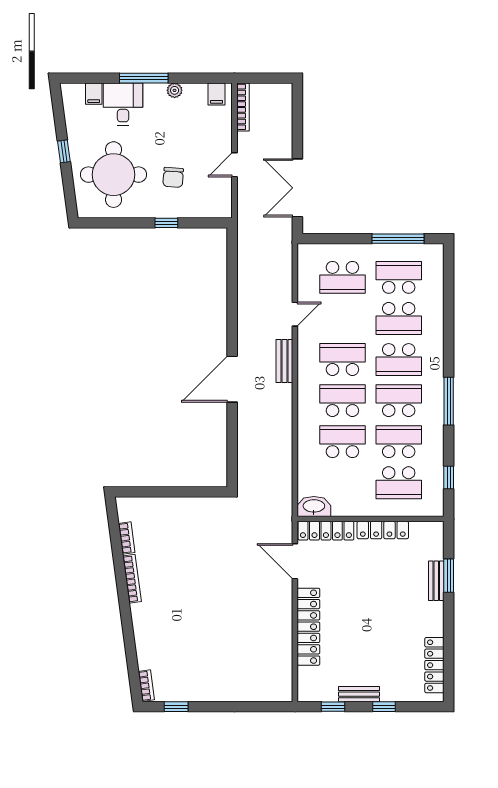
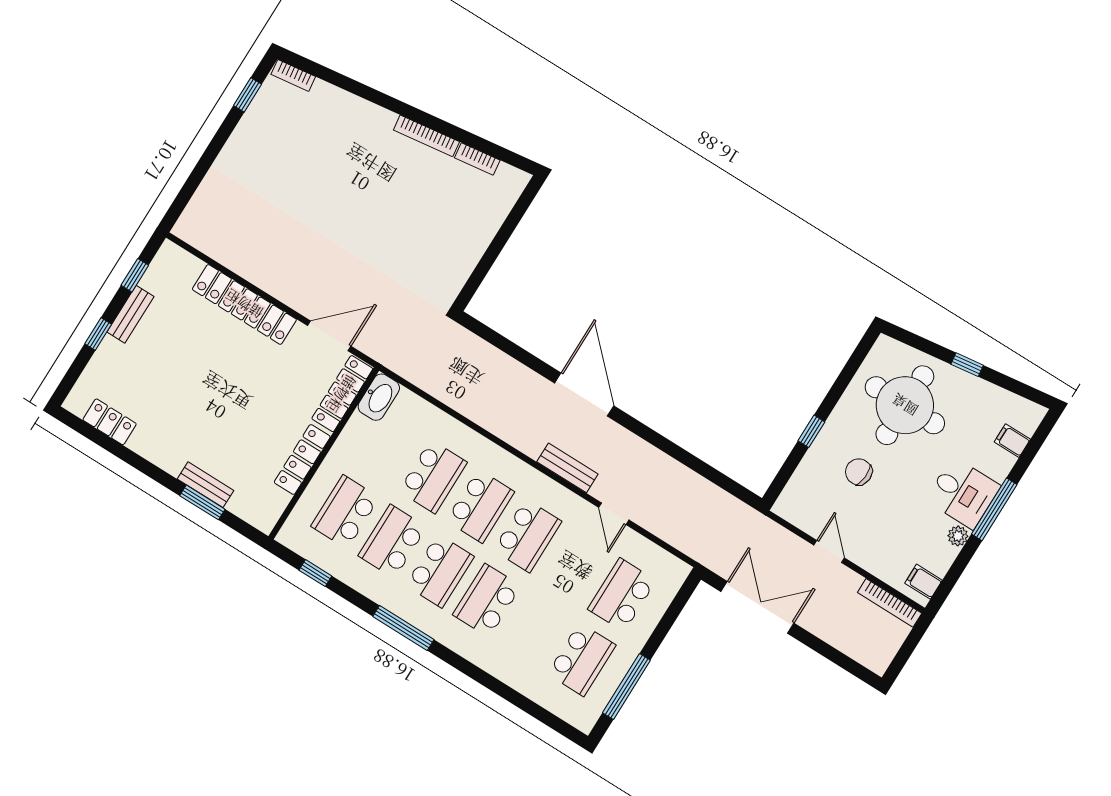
desk: (123, 104) -> (963, 493), moved
school desk: (399, 318) -> (534, 630), removed
school desk: (399, 442) -> (392, 541), turned 180
locker: (434, 665) -> (110, 422), width x0.66

